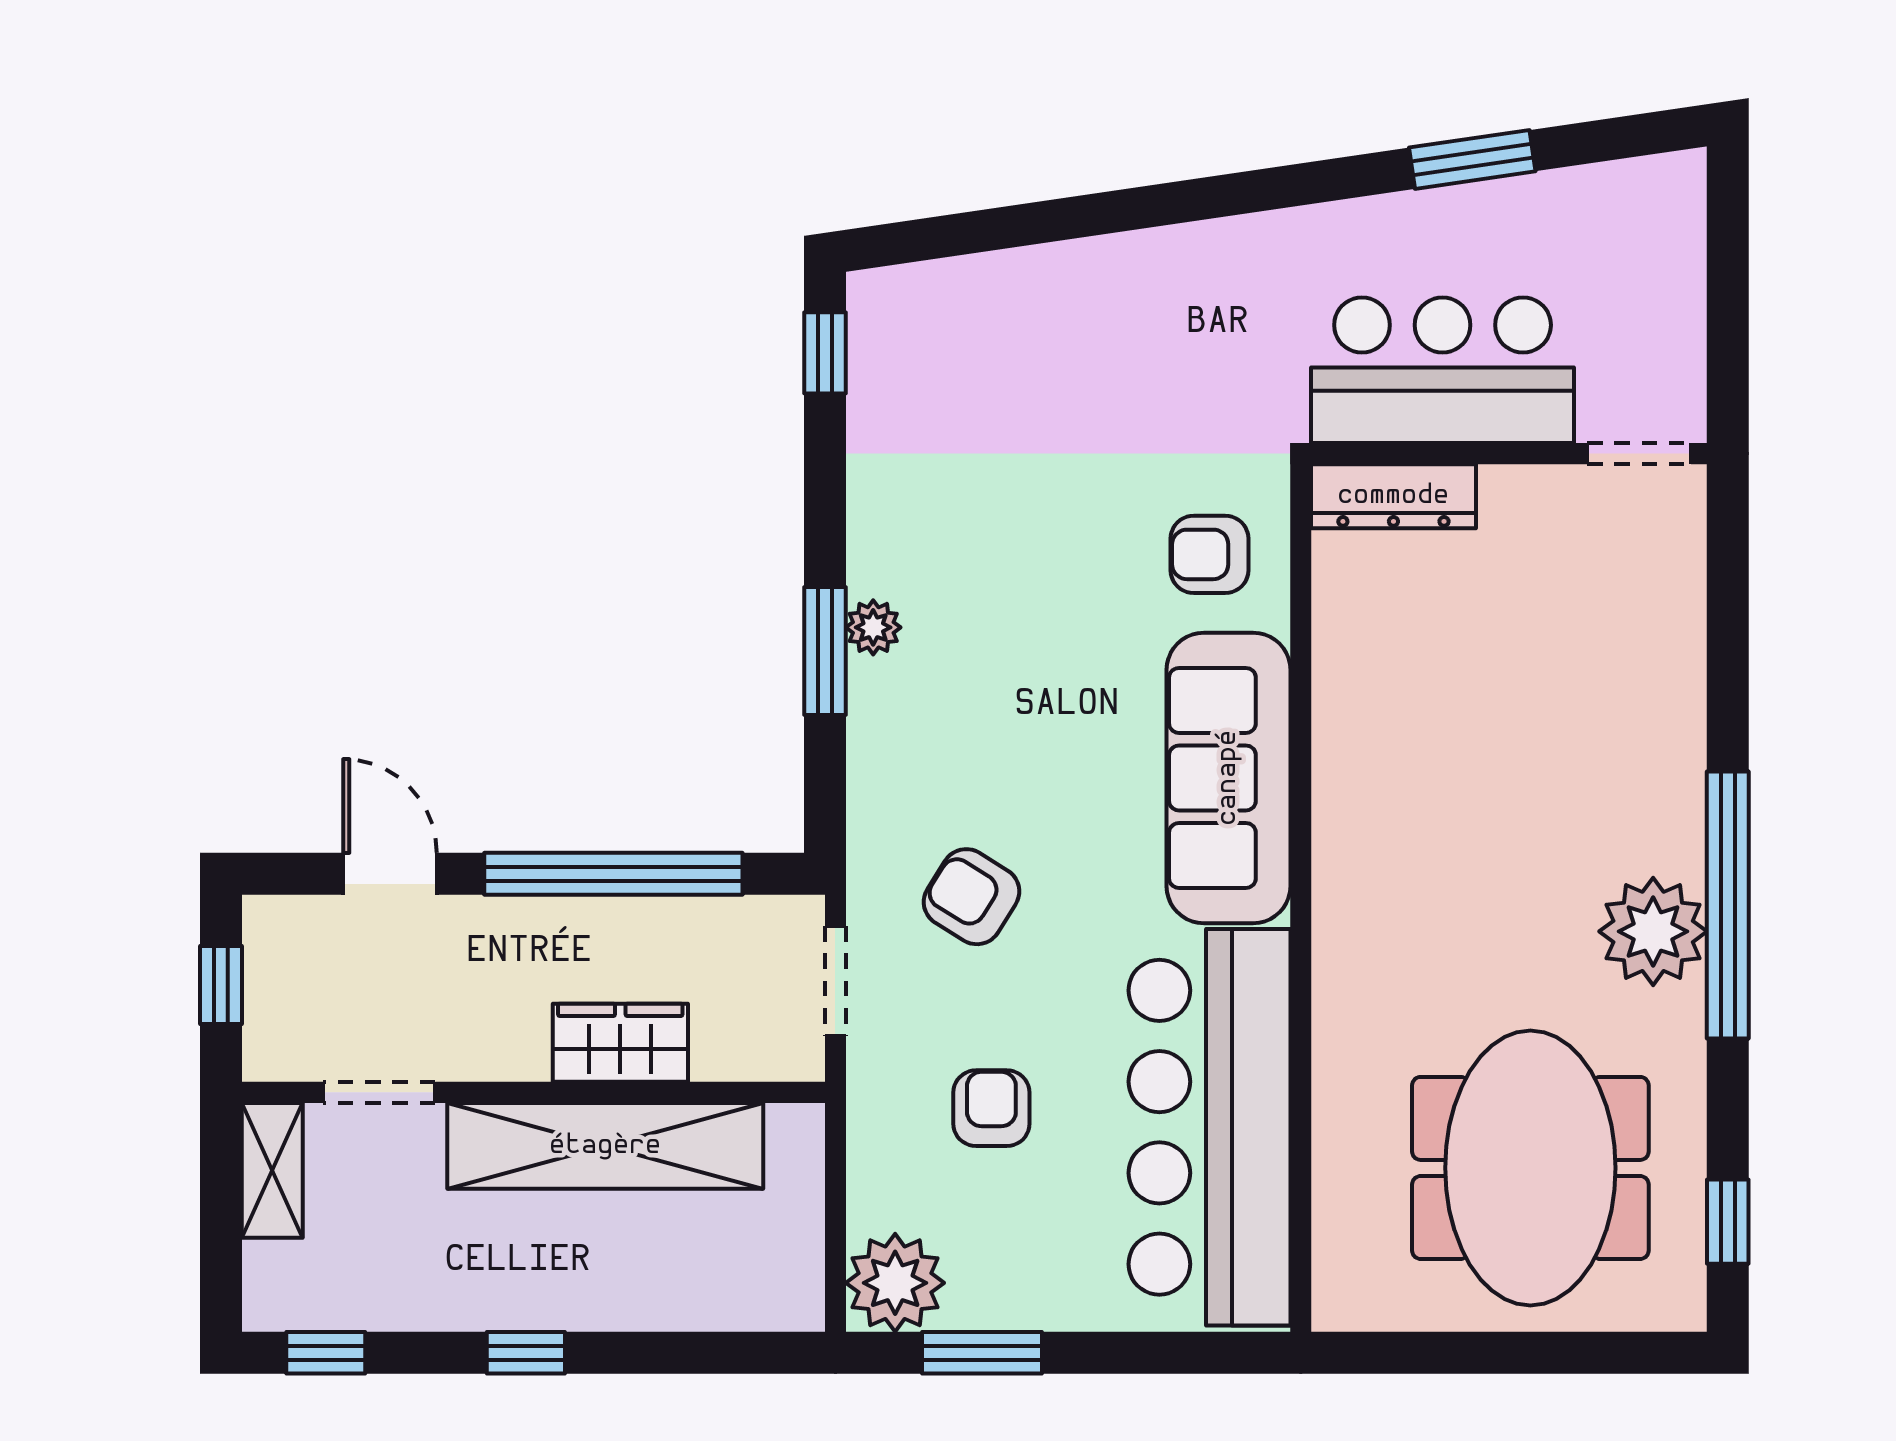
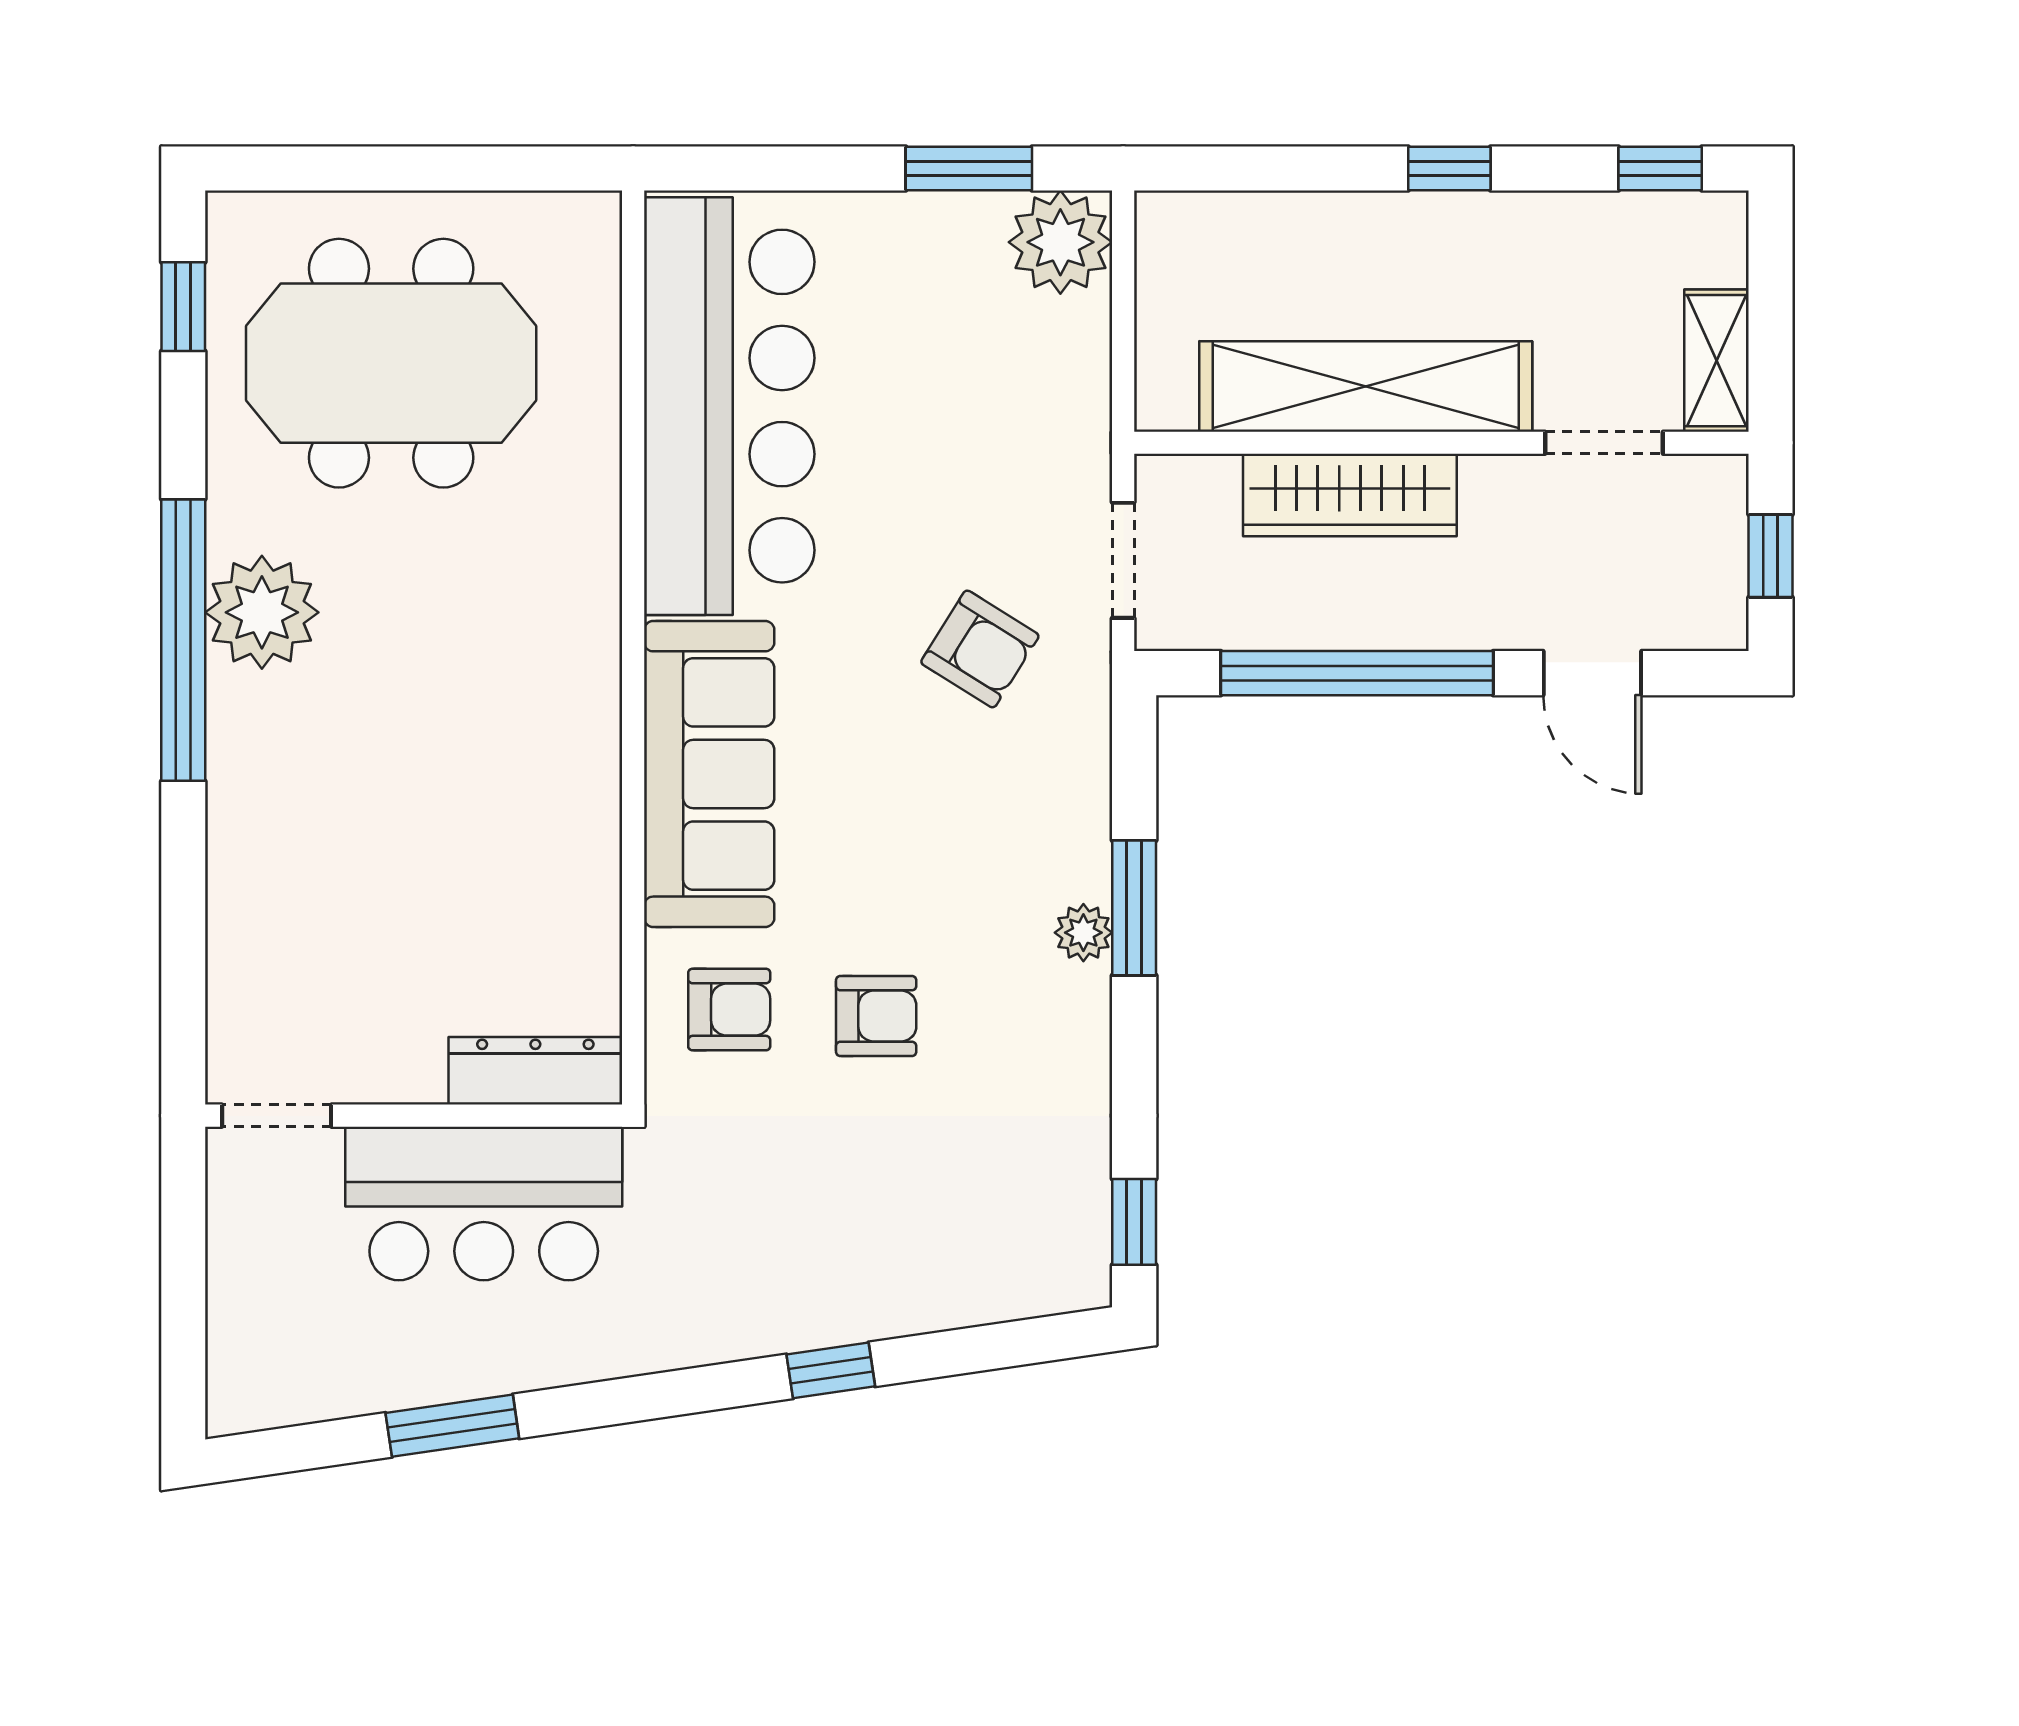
window: (1113, 212) -> (831, 1370), added
wardrobe: (620, 1043) -> (1350, 495), width x1.50
armchair: (991, 1108) -> (876, 1016), moved, turned -90
meeting table: (1530, 1168) -> (391, 363), turned 90

